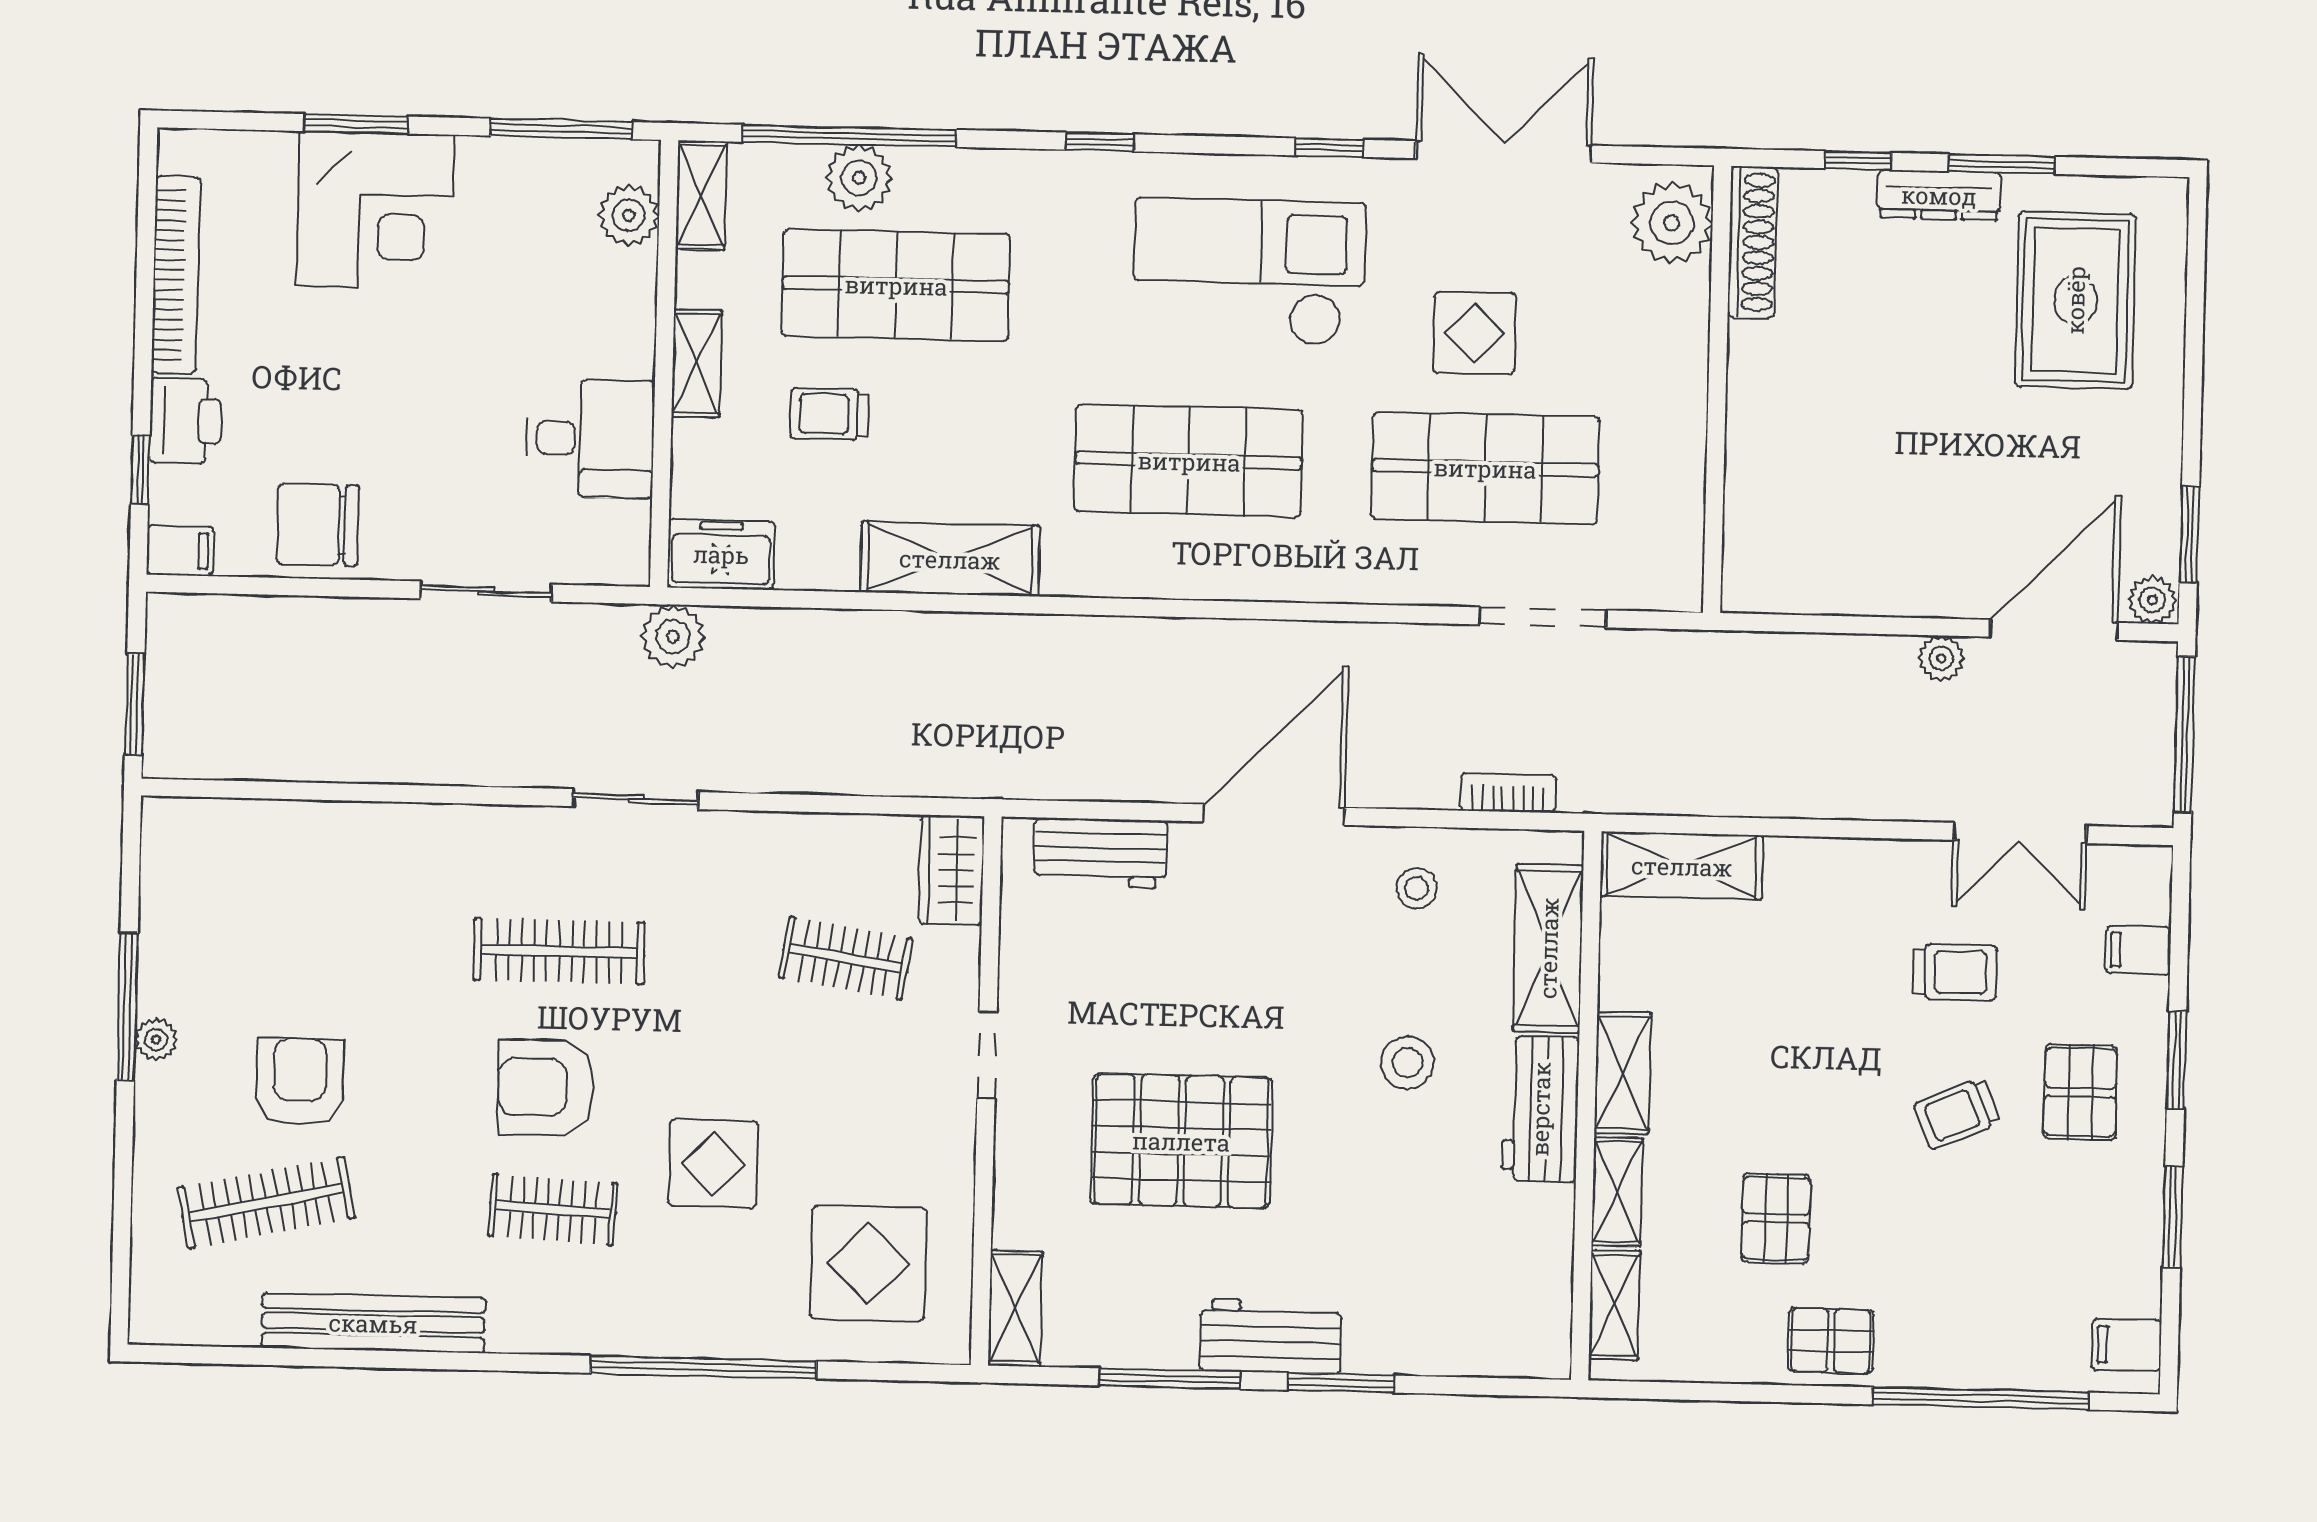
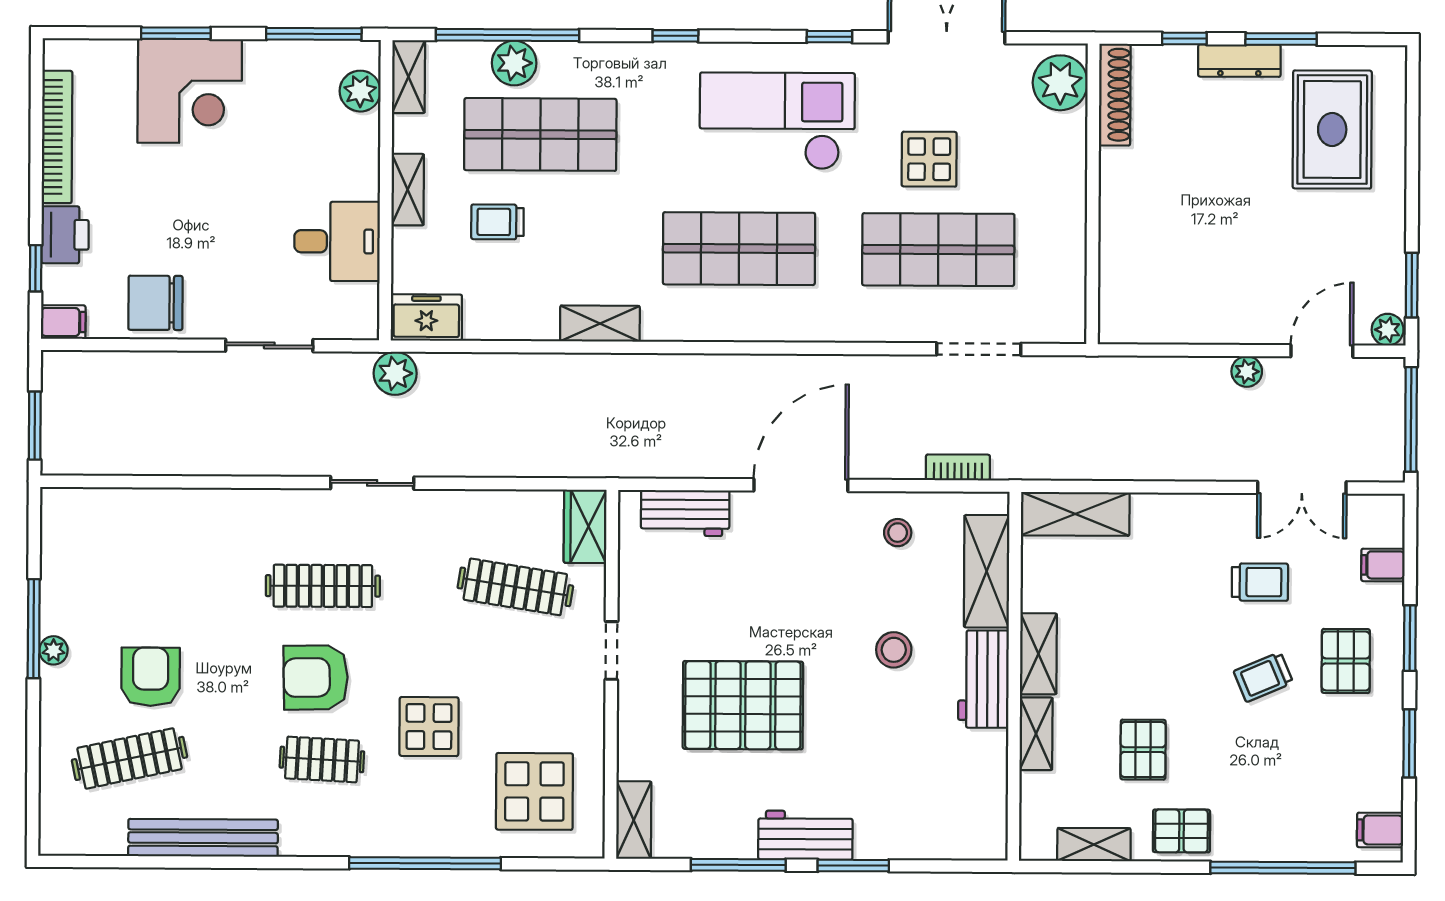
shelving: (950, 559) -> (600, 324), width x0.67, depth x0.75
door: (2054, 630) -> (1322, 351), width x0.73
clothes rail: (846, 958) -> (515, 587), width x1.36
shelving: (1615, 1305) -> (1094, 845), moved, turned 90

